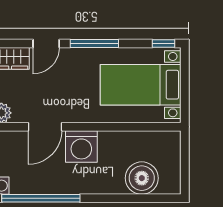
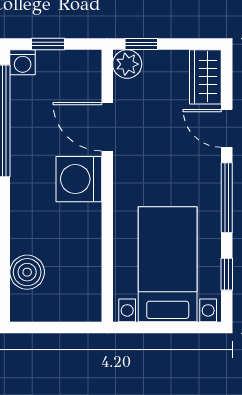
window: (163, 44) -> (227, 274), moved
boiler: (142, 178) -> (27, 272), width x0.73, depth x0.73

